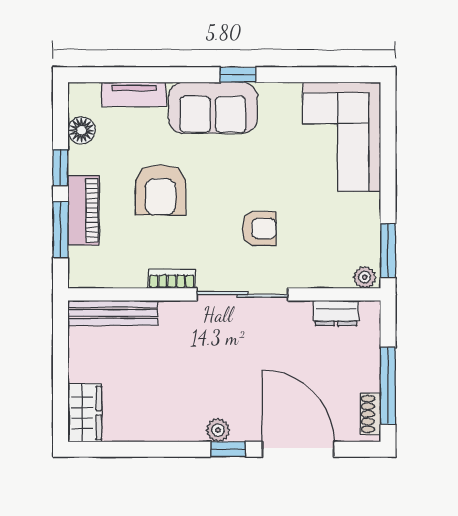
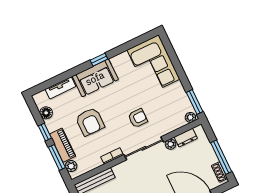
plant: (81, 260) -> (71, 166), added
plant: (300, 312) -> (171, 144), added

